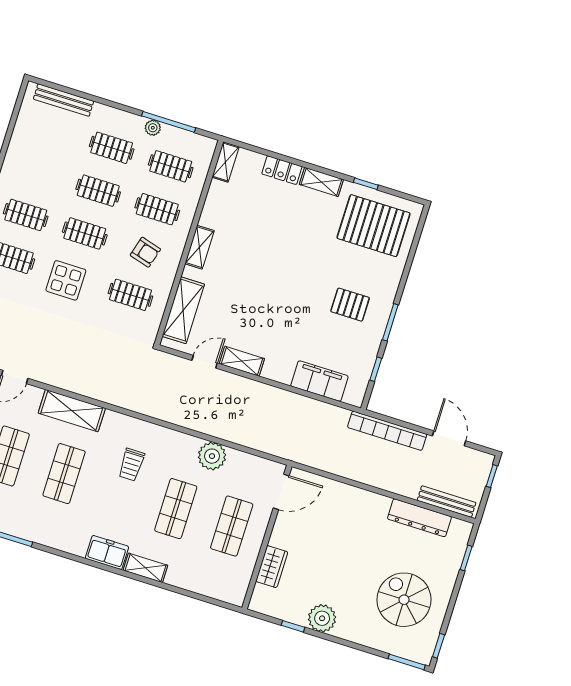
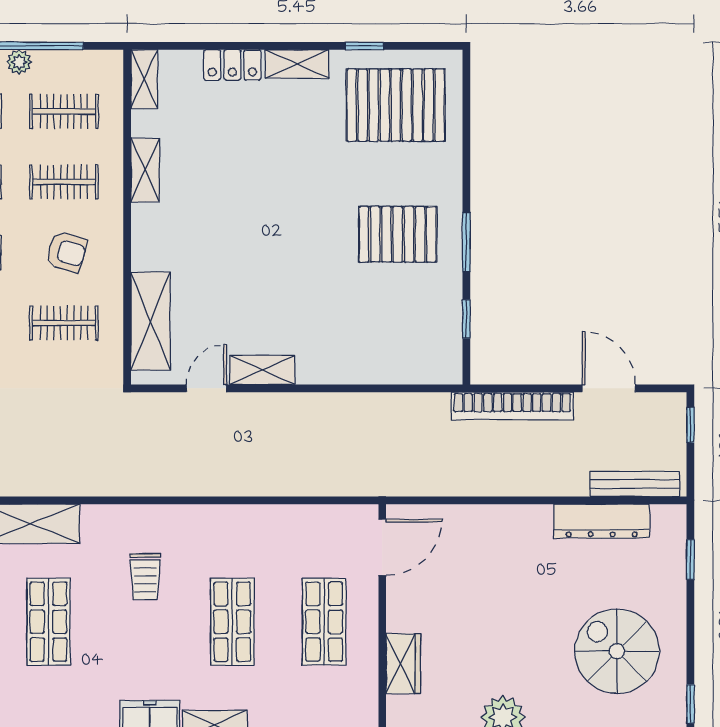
shelving: (199, 247) -> (145, 170), moved
pallet: (350, 305) -> (398, 234), width x1.50, depth x1.42
filing cabinet: (319, 381) -> (388, 363), removed
plant: (212, 456) -> (262, 526), removed

